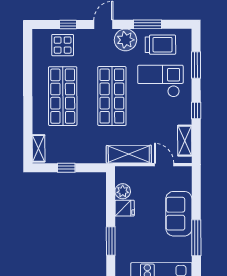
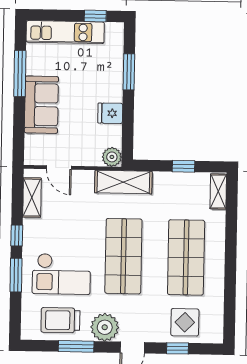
window: (196, 65) -> (16, 275), moved
shelving: (129, 154) -> (123, 182), moved
plant: (123, 191) -> (112, 157), moved

